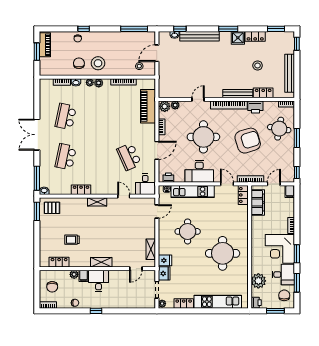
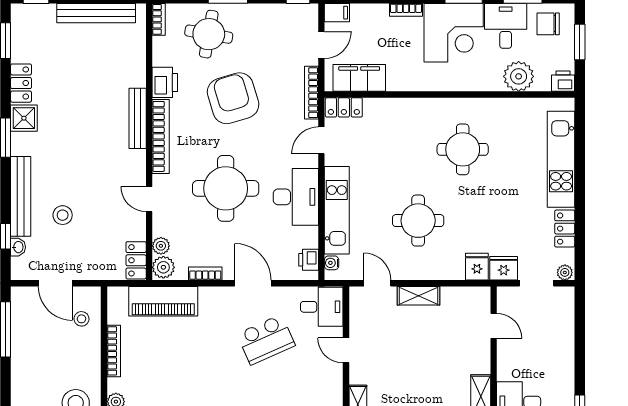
stool: (258, 65) -> (63, 215), moved
locker: (263, 93) -> (136, 260), moved
door: (274, 184) -> (321, 45), swing flipped
door: (124, 196) -> (346, 350), hinge flipped
shelving: (151, 249) -> (419, 296), moved
round table: (223, 253) -> (463, 149), width x0.73, depth x0.73

